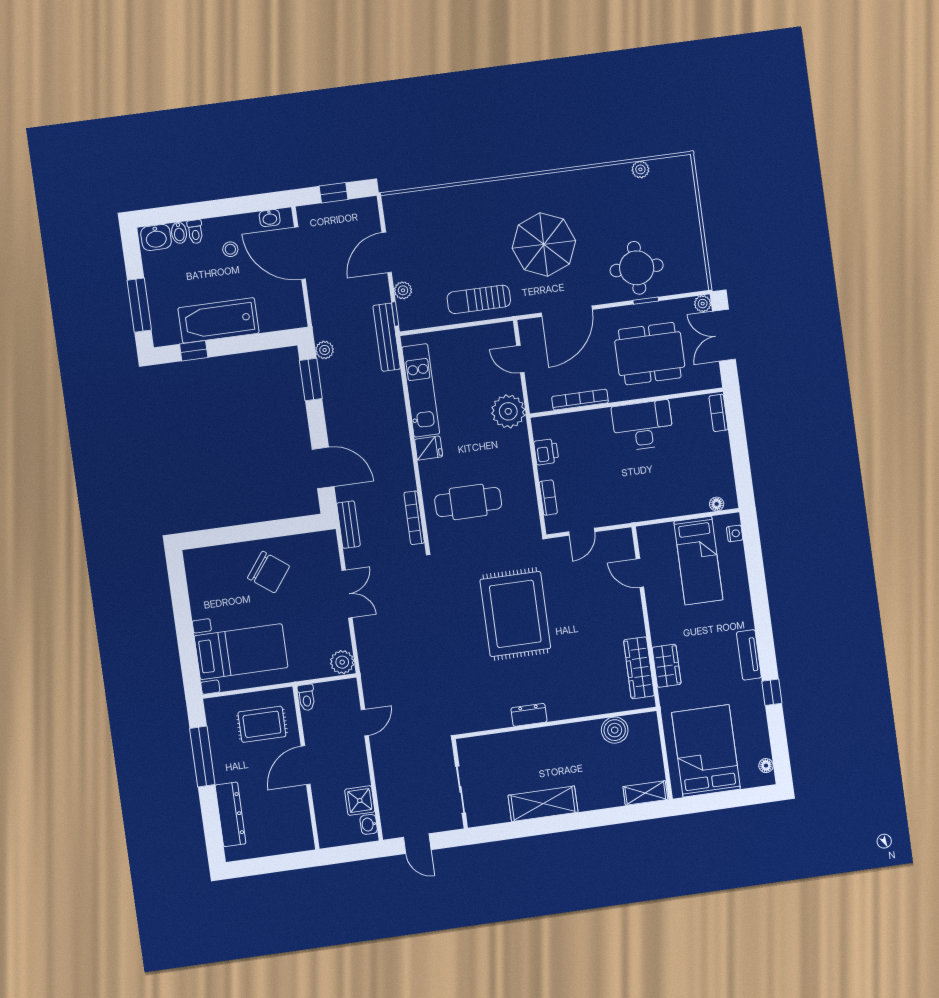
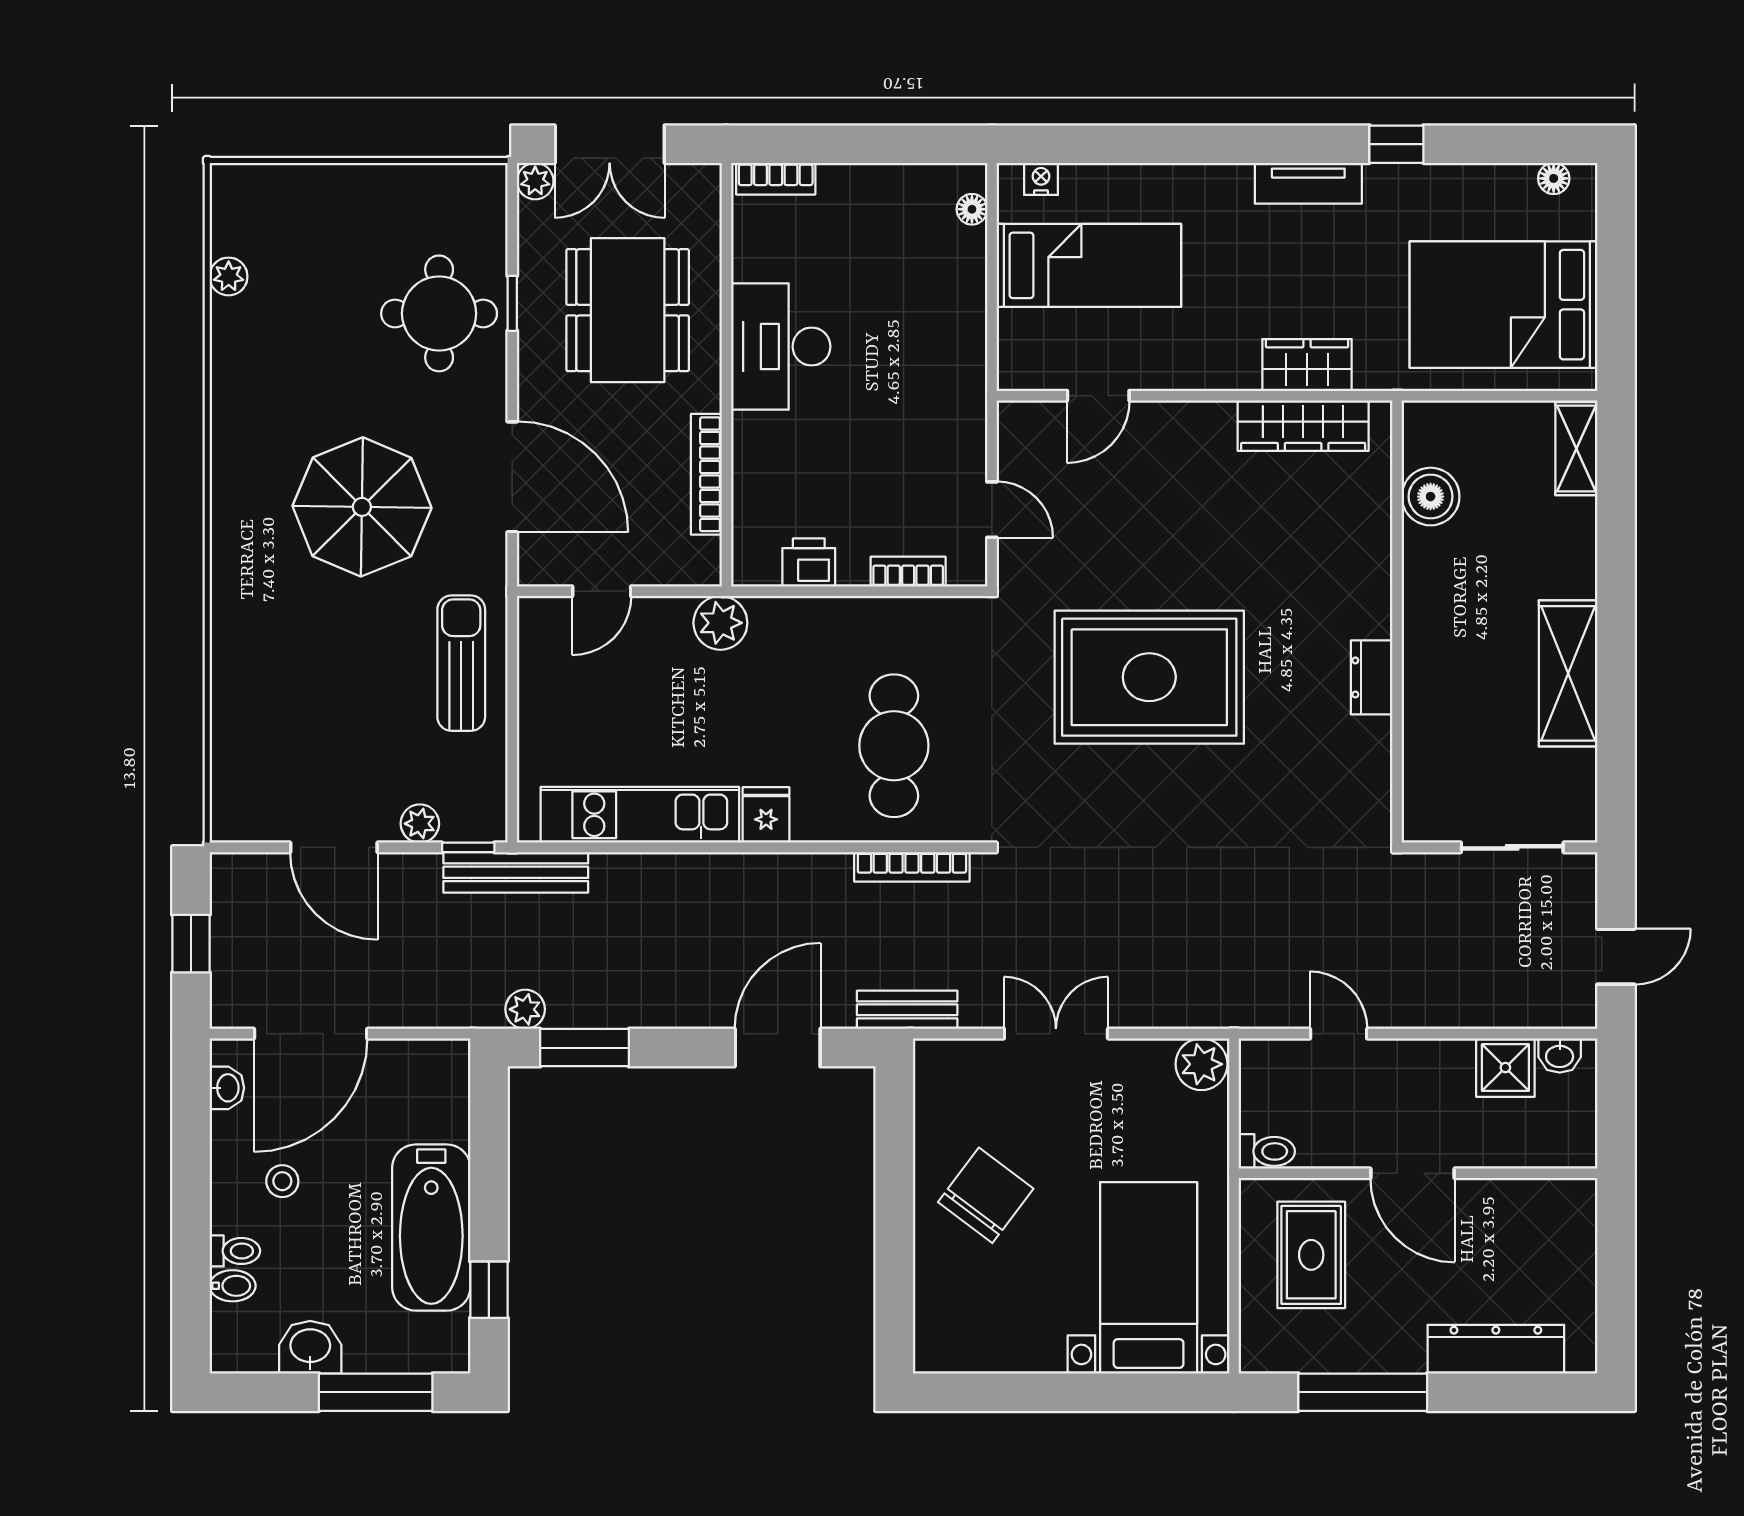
washbasin: (156, 237) -> (310, 1347), moved, turned -90
sun lounger: (479, 299) -> (461, 663), turned 180
plant: (508, 411) -> (720, 623), width x0.73, depth x0.73

